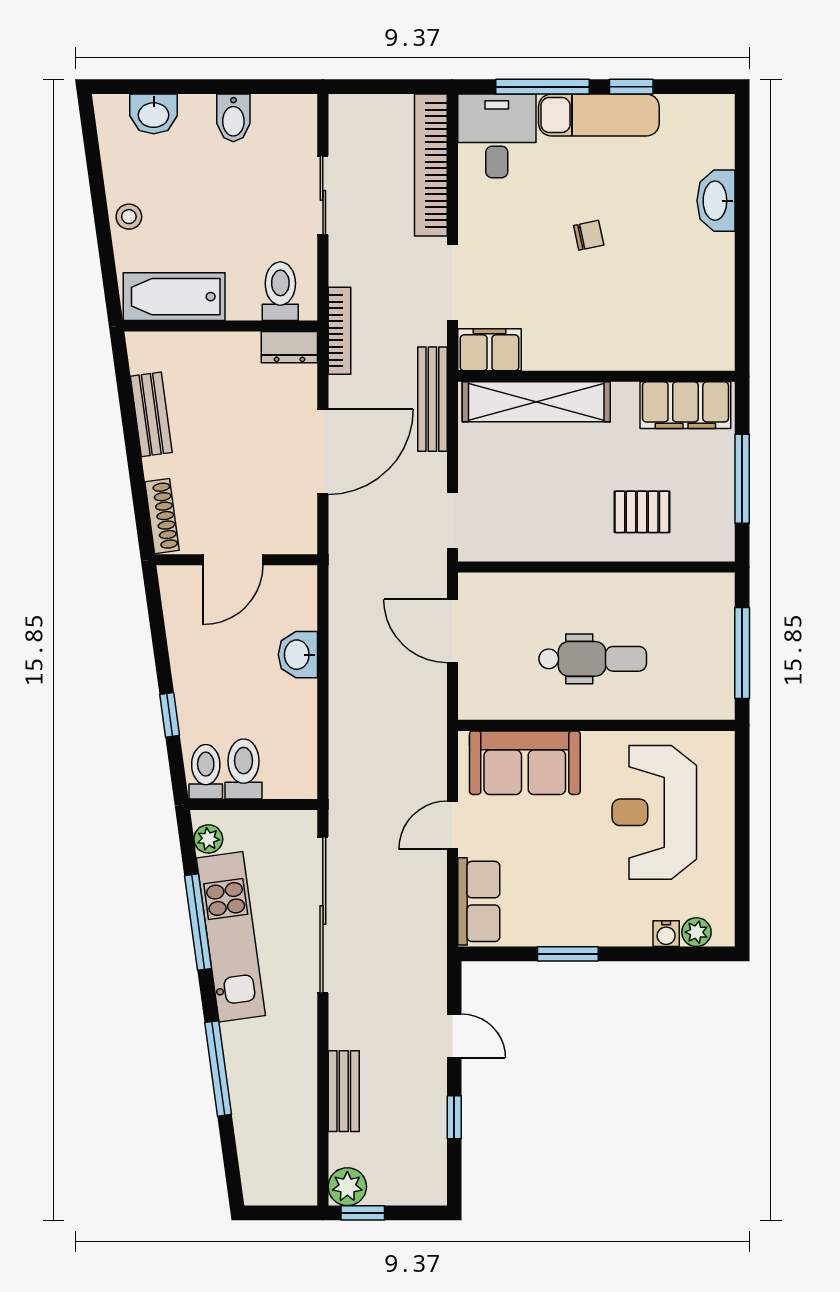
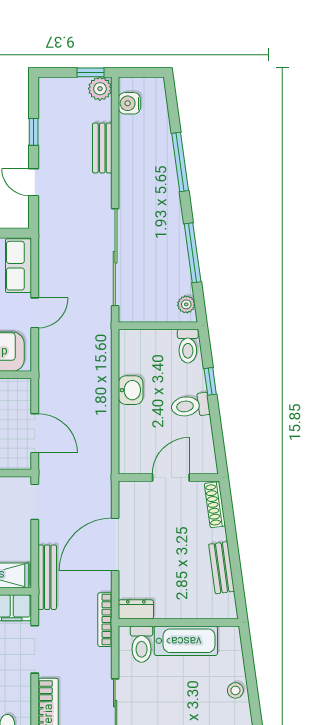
bathtub: (174, 297) -> (186, 641), moved
washbasin: (298, 655) -> (131, 390), moved
toilet: (244, 769) -> (190, 406), moved, turned 82
kitchen unit: (231, 937) -> (172, 244), removed
water cooler: (300, 1163) -> (129, 103), added

